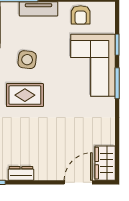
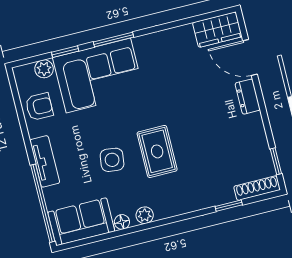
plant: (108, 26) -> (44, 69), added
dresser: (21, 173) -> (248, 97), moved

